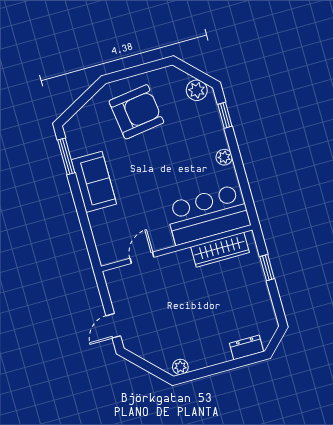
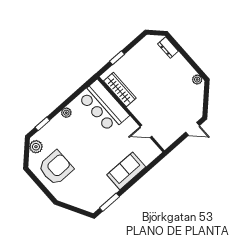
armchair: (136, 112) -> (56, 168), moved, turned 98
sofa: (94, 182) -> (126, 171), moved

